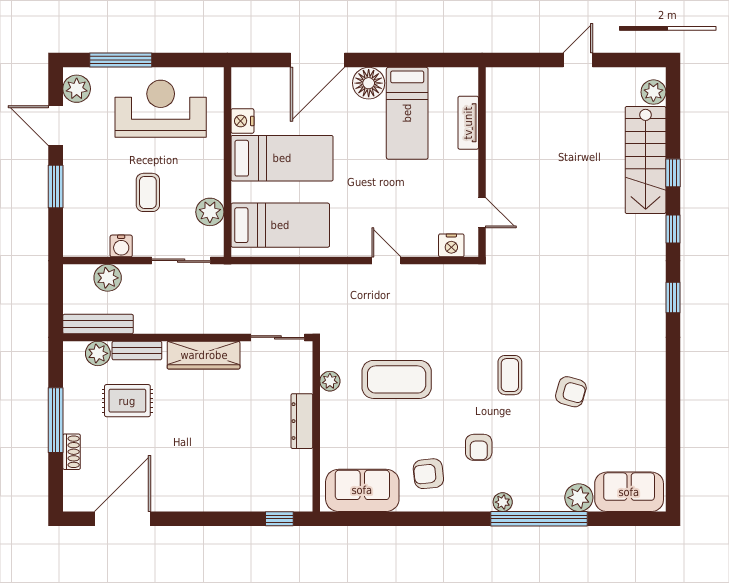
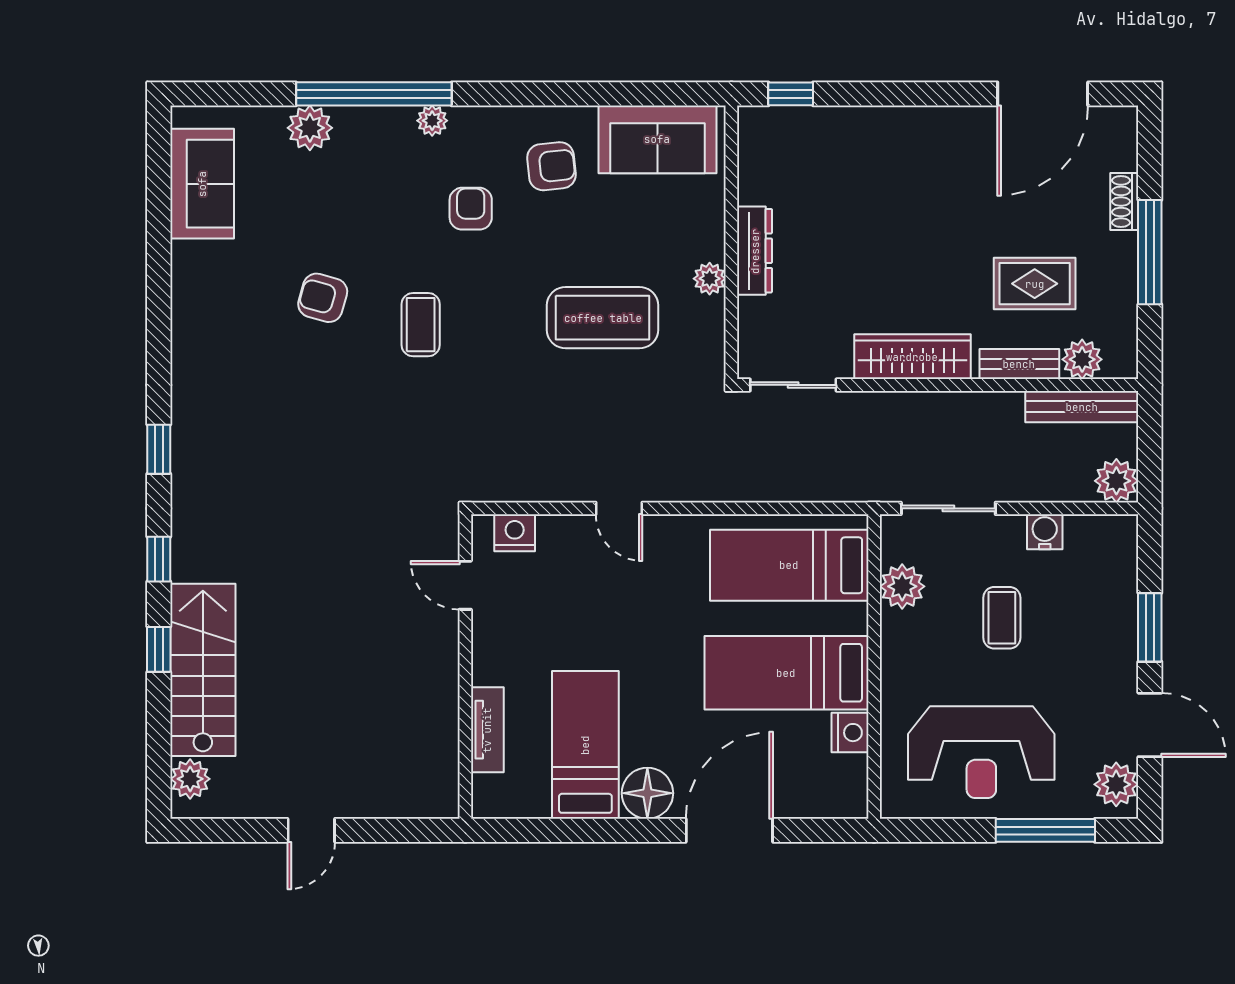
plant: (108, 278) -> (1116, 481), moved
plant: (330, 381) -> (710, 279), moved
sofa: (629, 492) -> (202, 184), moved, turned -90

